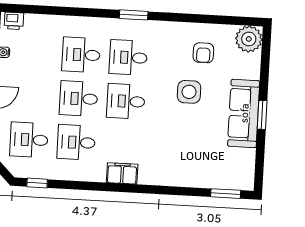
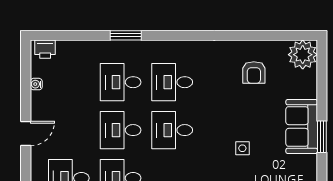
window: (134, 15) -> (126, 35), moved
side table: (189, 92) -> (242, 148), moved, width x0.54, depth x0.54
sofa: (244, 113) -> (302, 126), width x0.73

